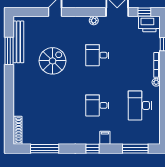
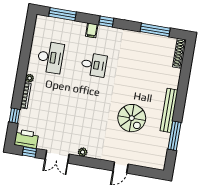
bench: (18, 42) -> (169, 110), moved
desk: (97, 55) -> (85, 116), removed
spiral stairs: (53, 61) -> (132, 118), turned -90

